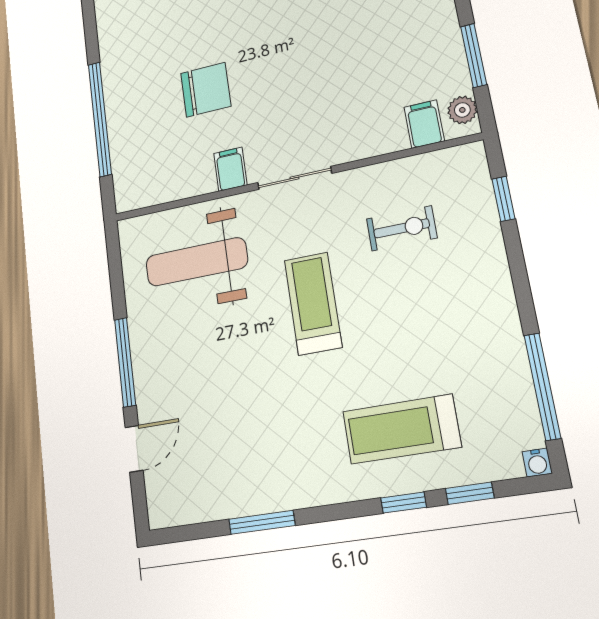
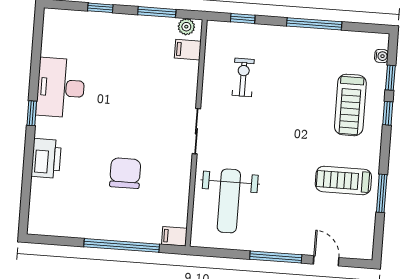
filing cabinet: (230, 169) -> (174, 236), moved
treadmill: (313, 303) -> (343, 180), moved
window: (542, 386) -> (314, 24), moved
water cooler: (537, 462) -> (381, 56), moved

